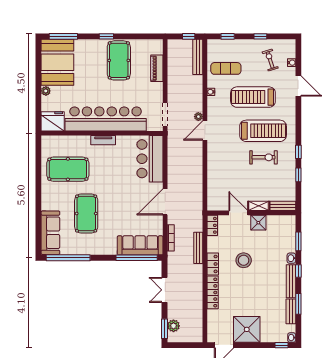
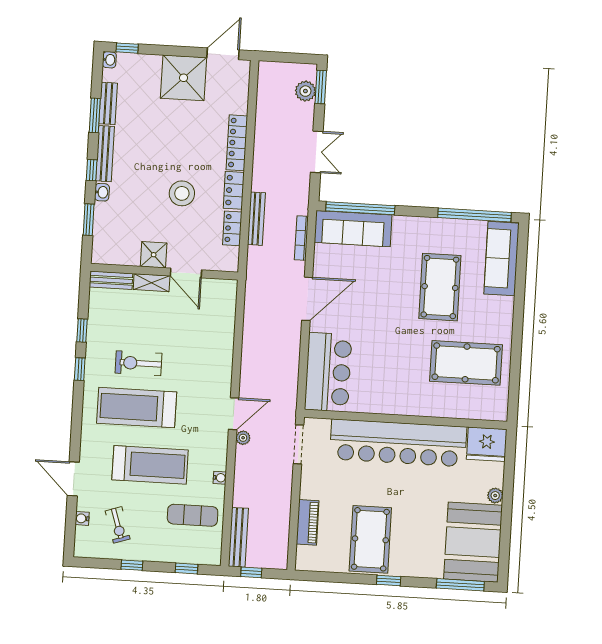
tv unit: (103, 140) -> (404, 408), removed
locker: (212, 225) -> (232, 228), moved

